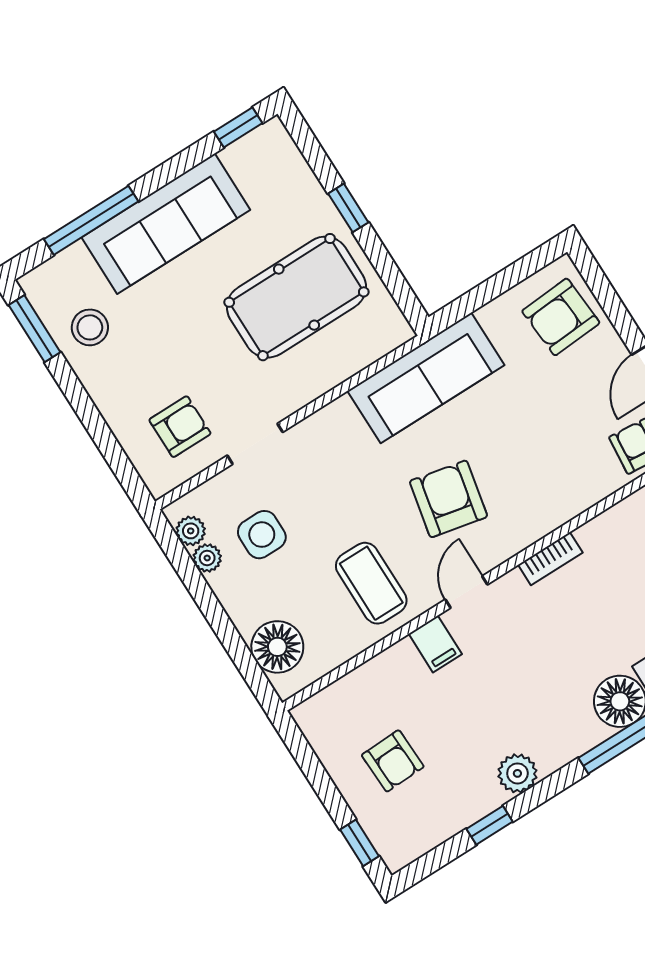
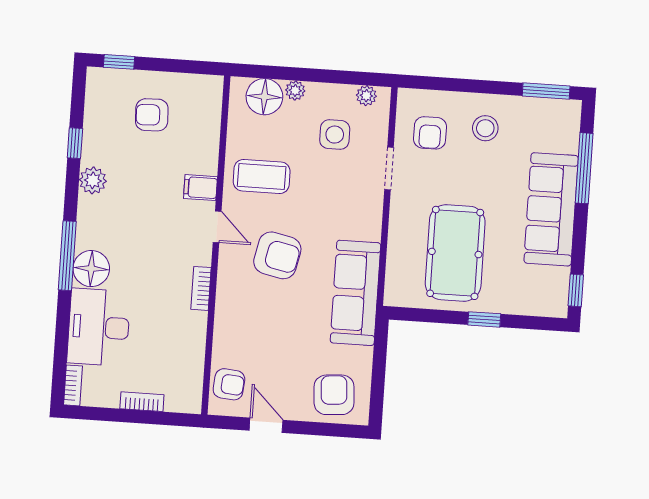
stool: (90, 327) -> (485, 128), moved
plant: (207, 558) -> (295, 90), moved

